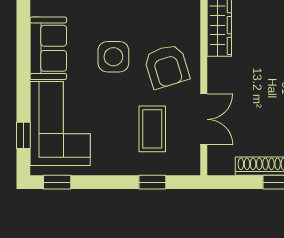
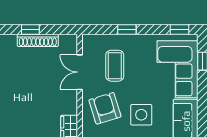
window: (152, 182) -> (127, 29), moved

